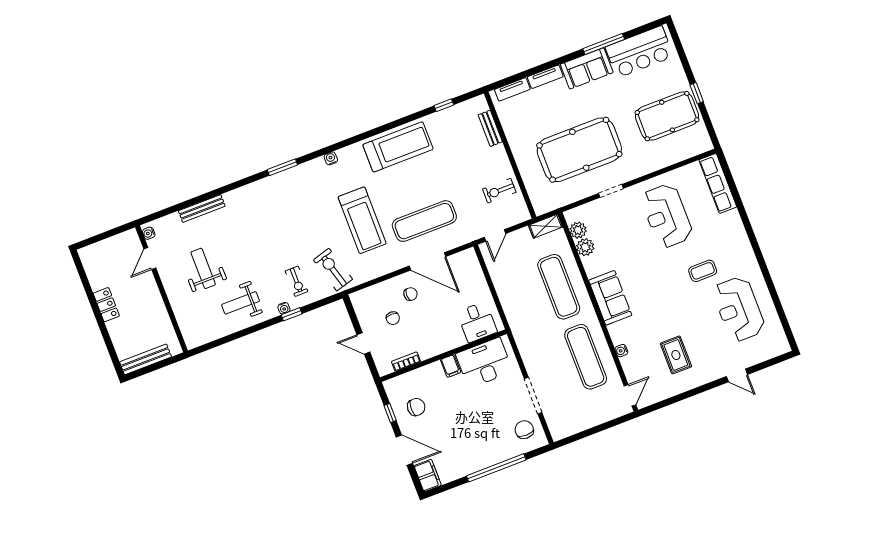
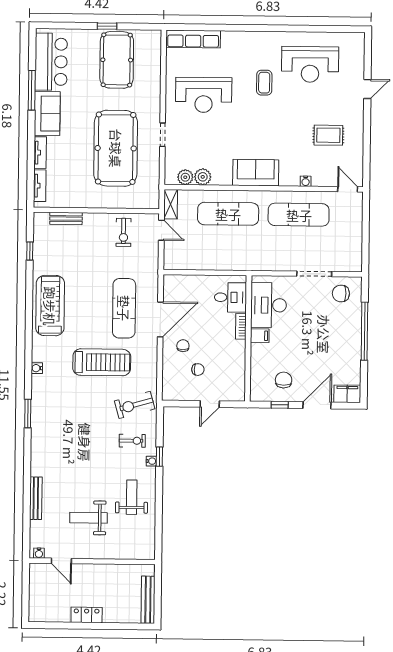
door: (495, 235) -> (161, 230), moved
weight bench: (241, 303) -> (132, 497), turned 180
bookcase: (406, 362) -> (241, 326), moved

